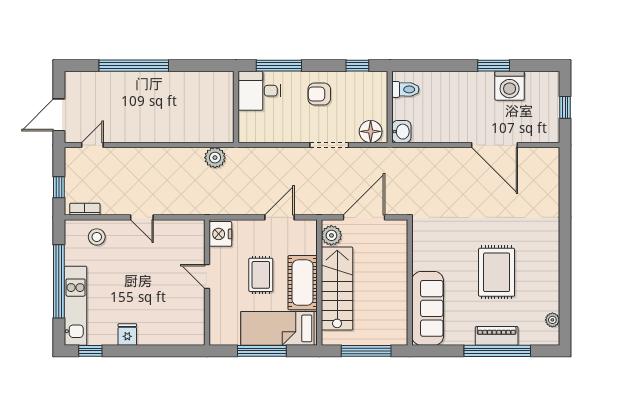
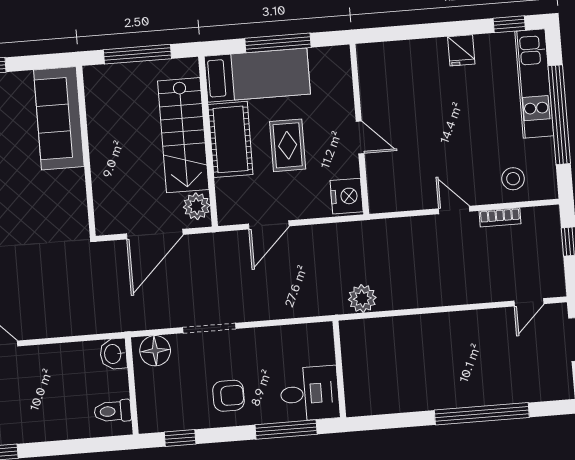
bookcase: (85, 209) -> (500, 217), moved

